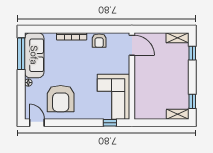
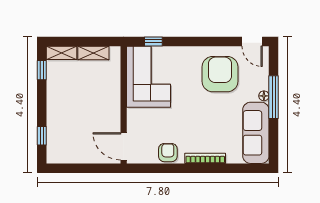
shelving: (177, 38) -> (93, 53), moved
window: (21, 54) -> (274, 97), moved

